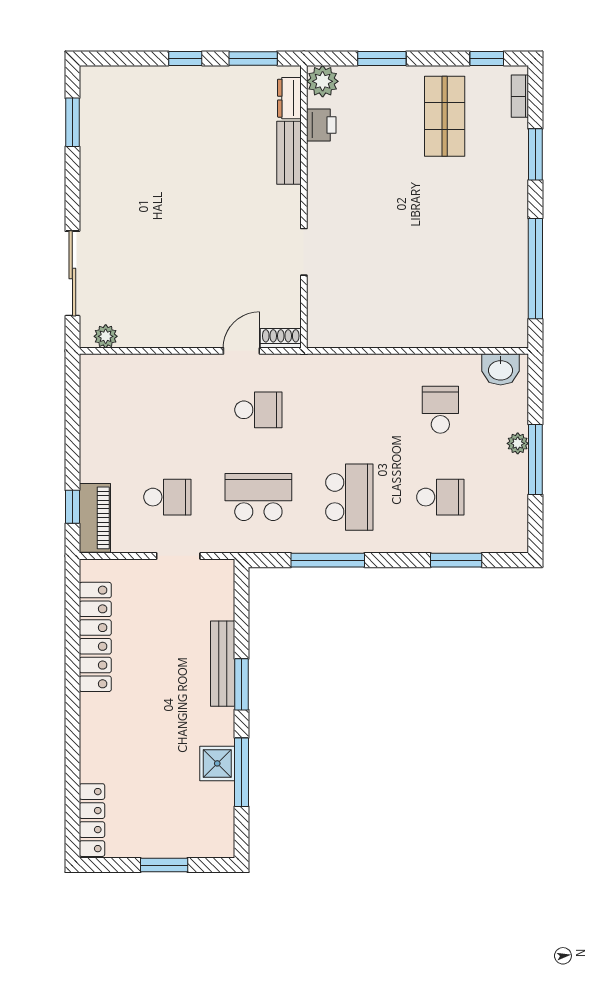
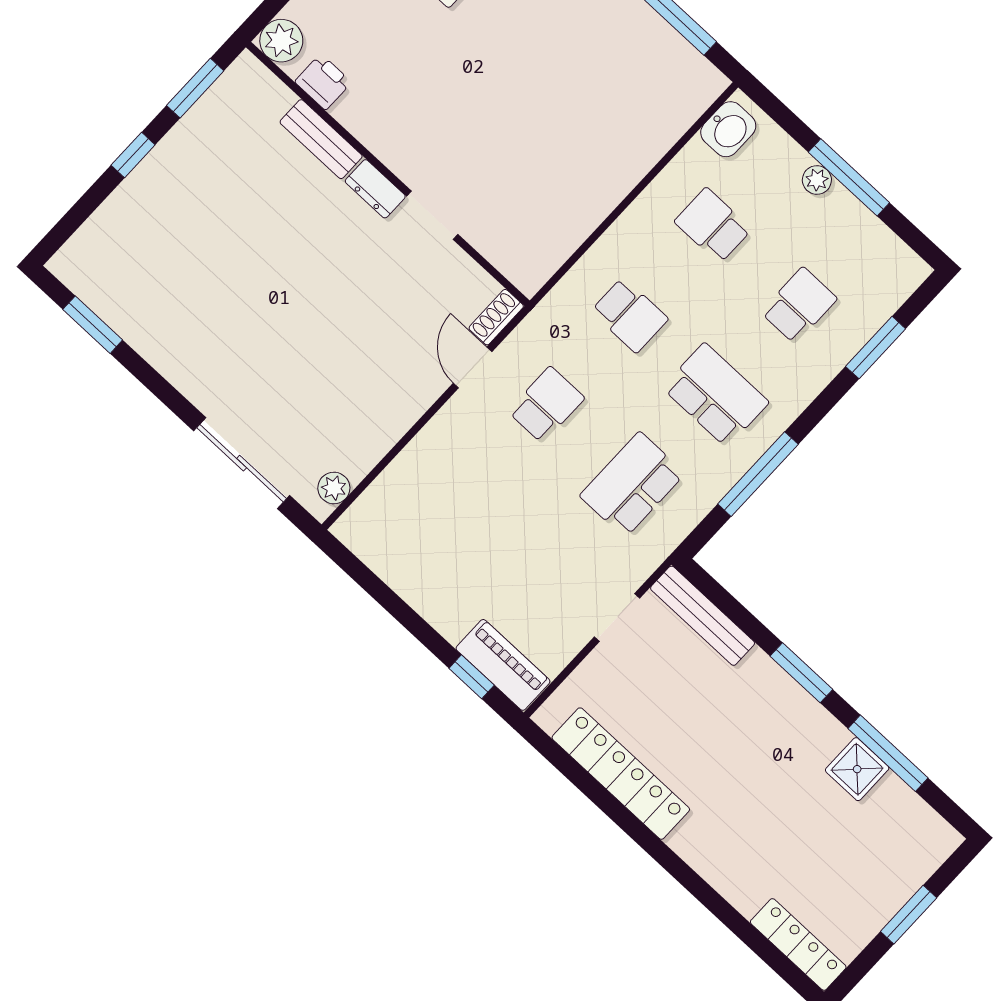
dresser: (289, 98) -> (375, 189), moved
school desk: (167, 497) -> (630, 315), moved, turned 90
bench: (223, 664) -> (703, 616), moved

